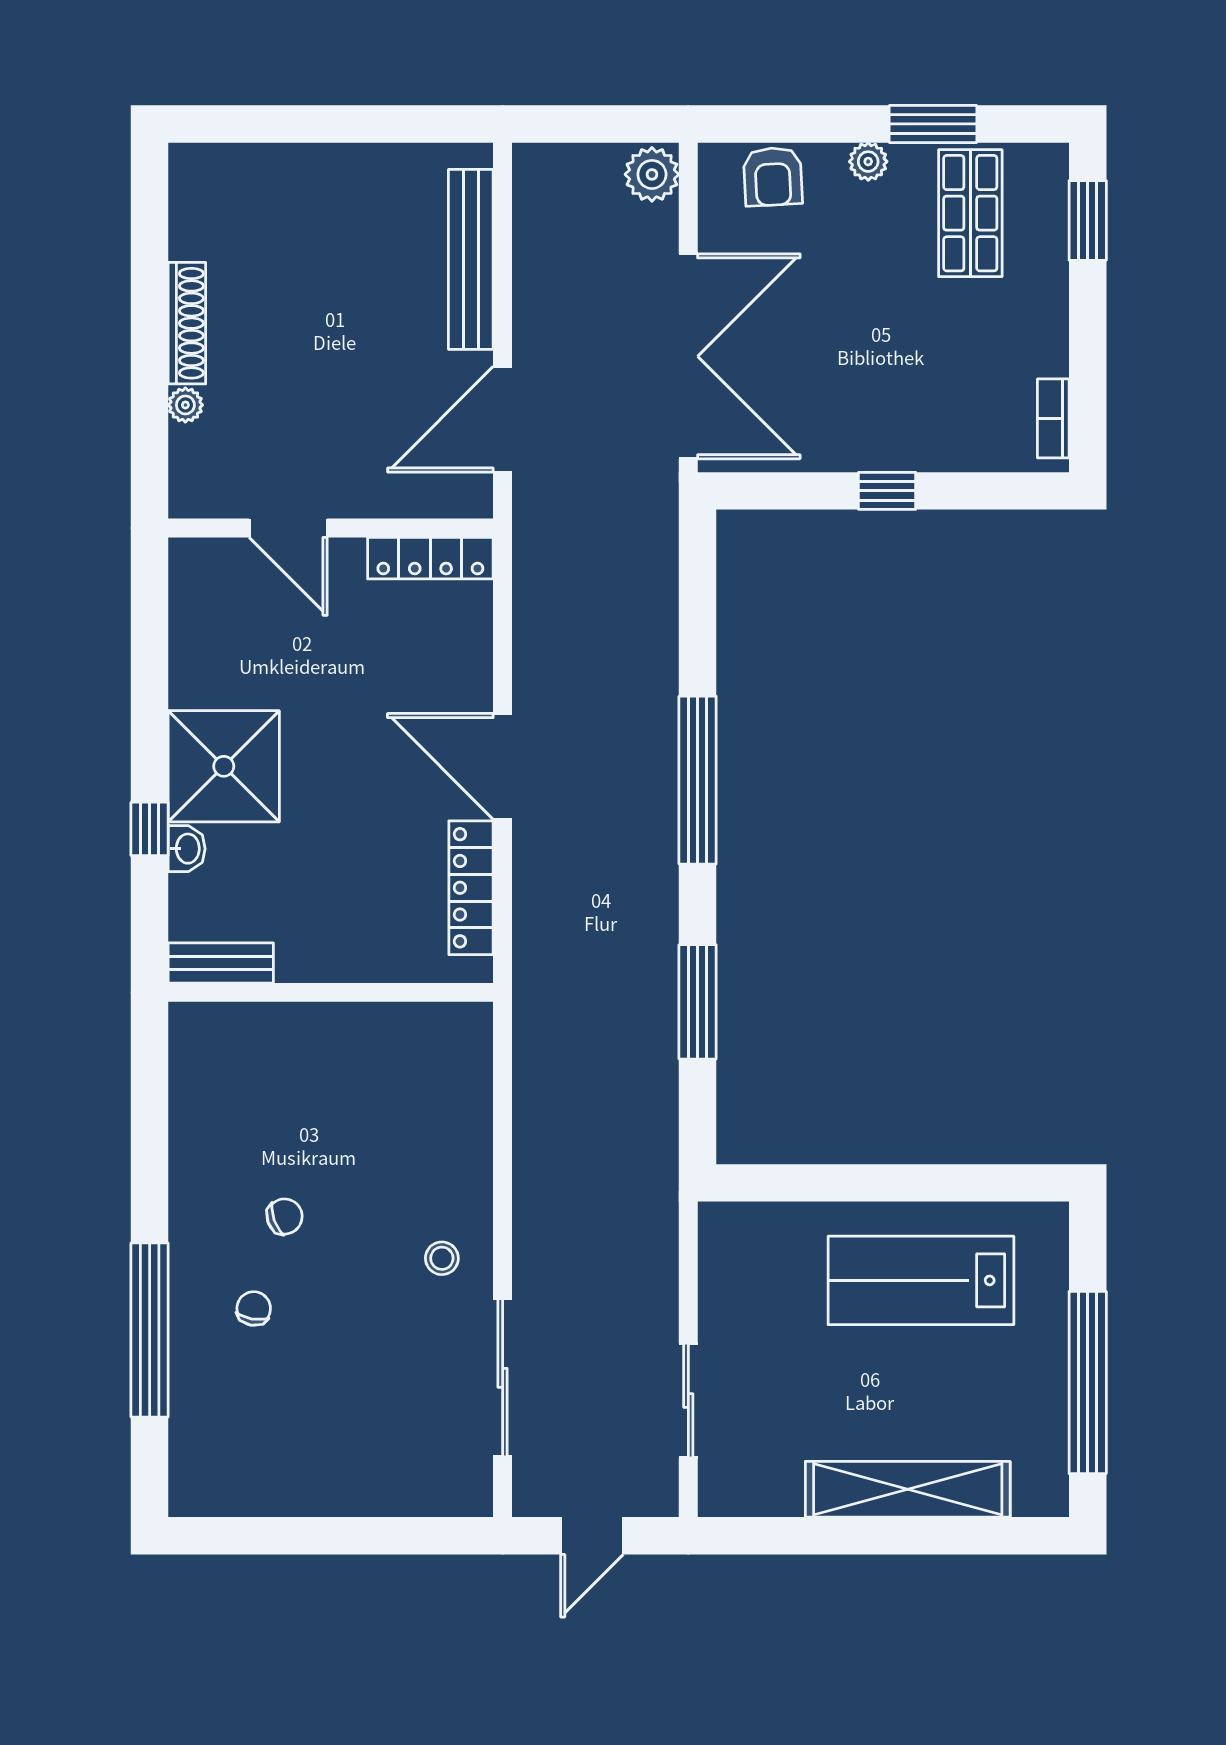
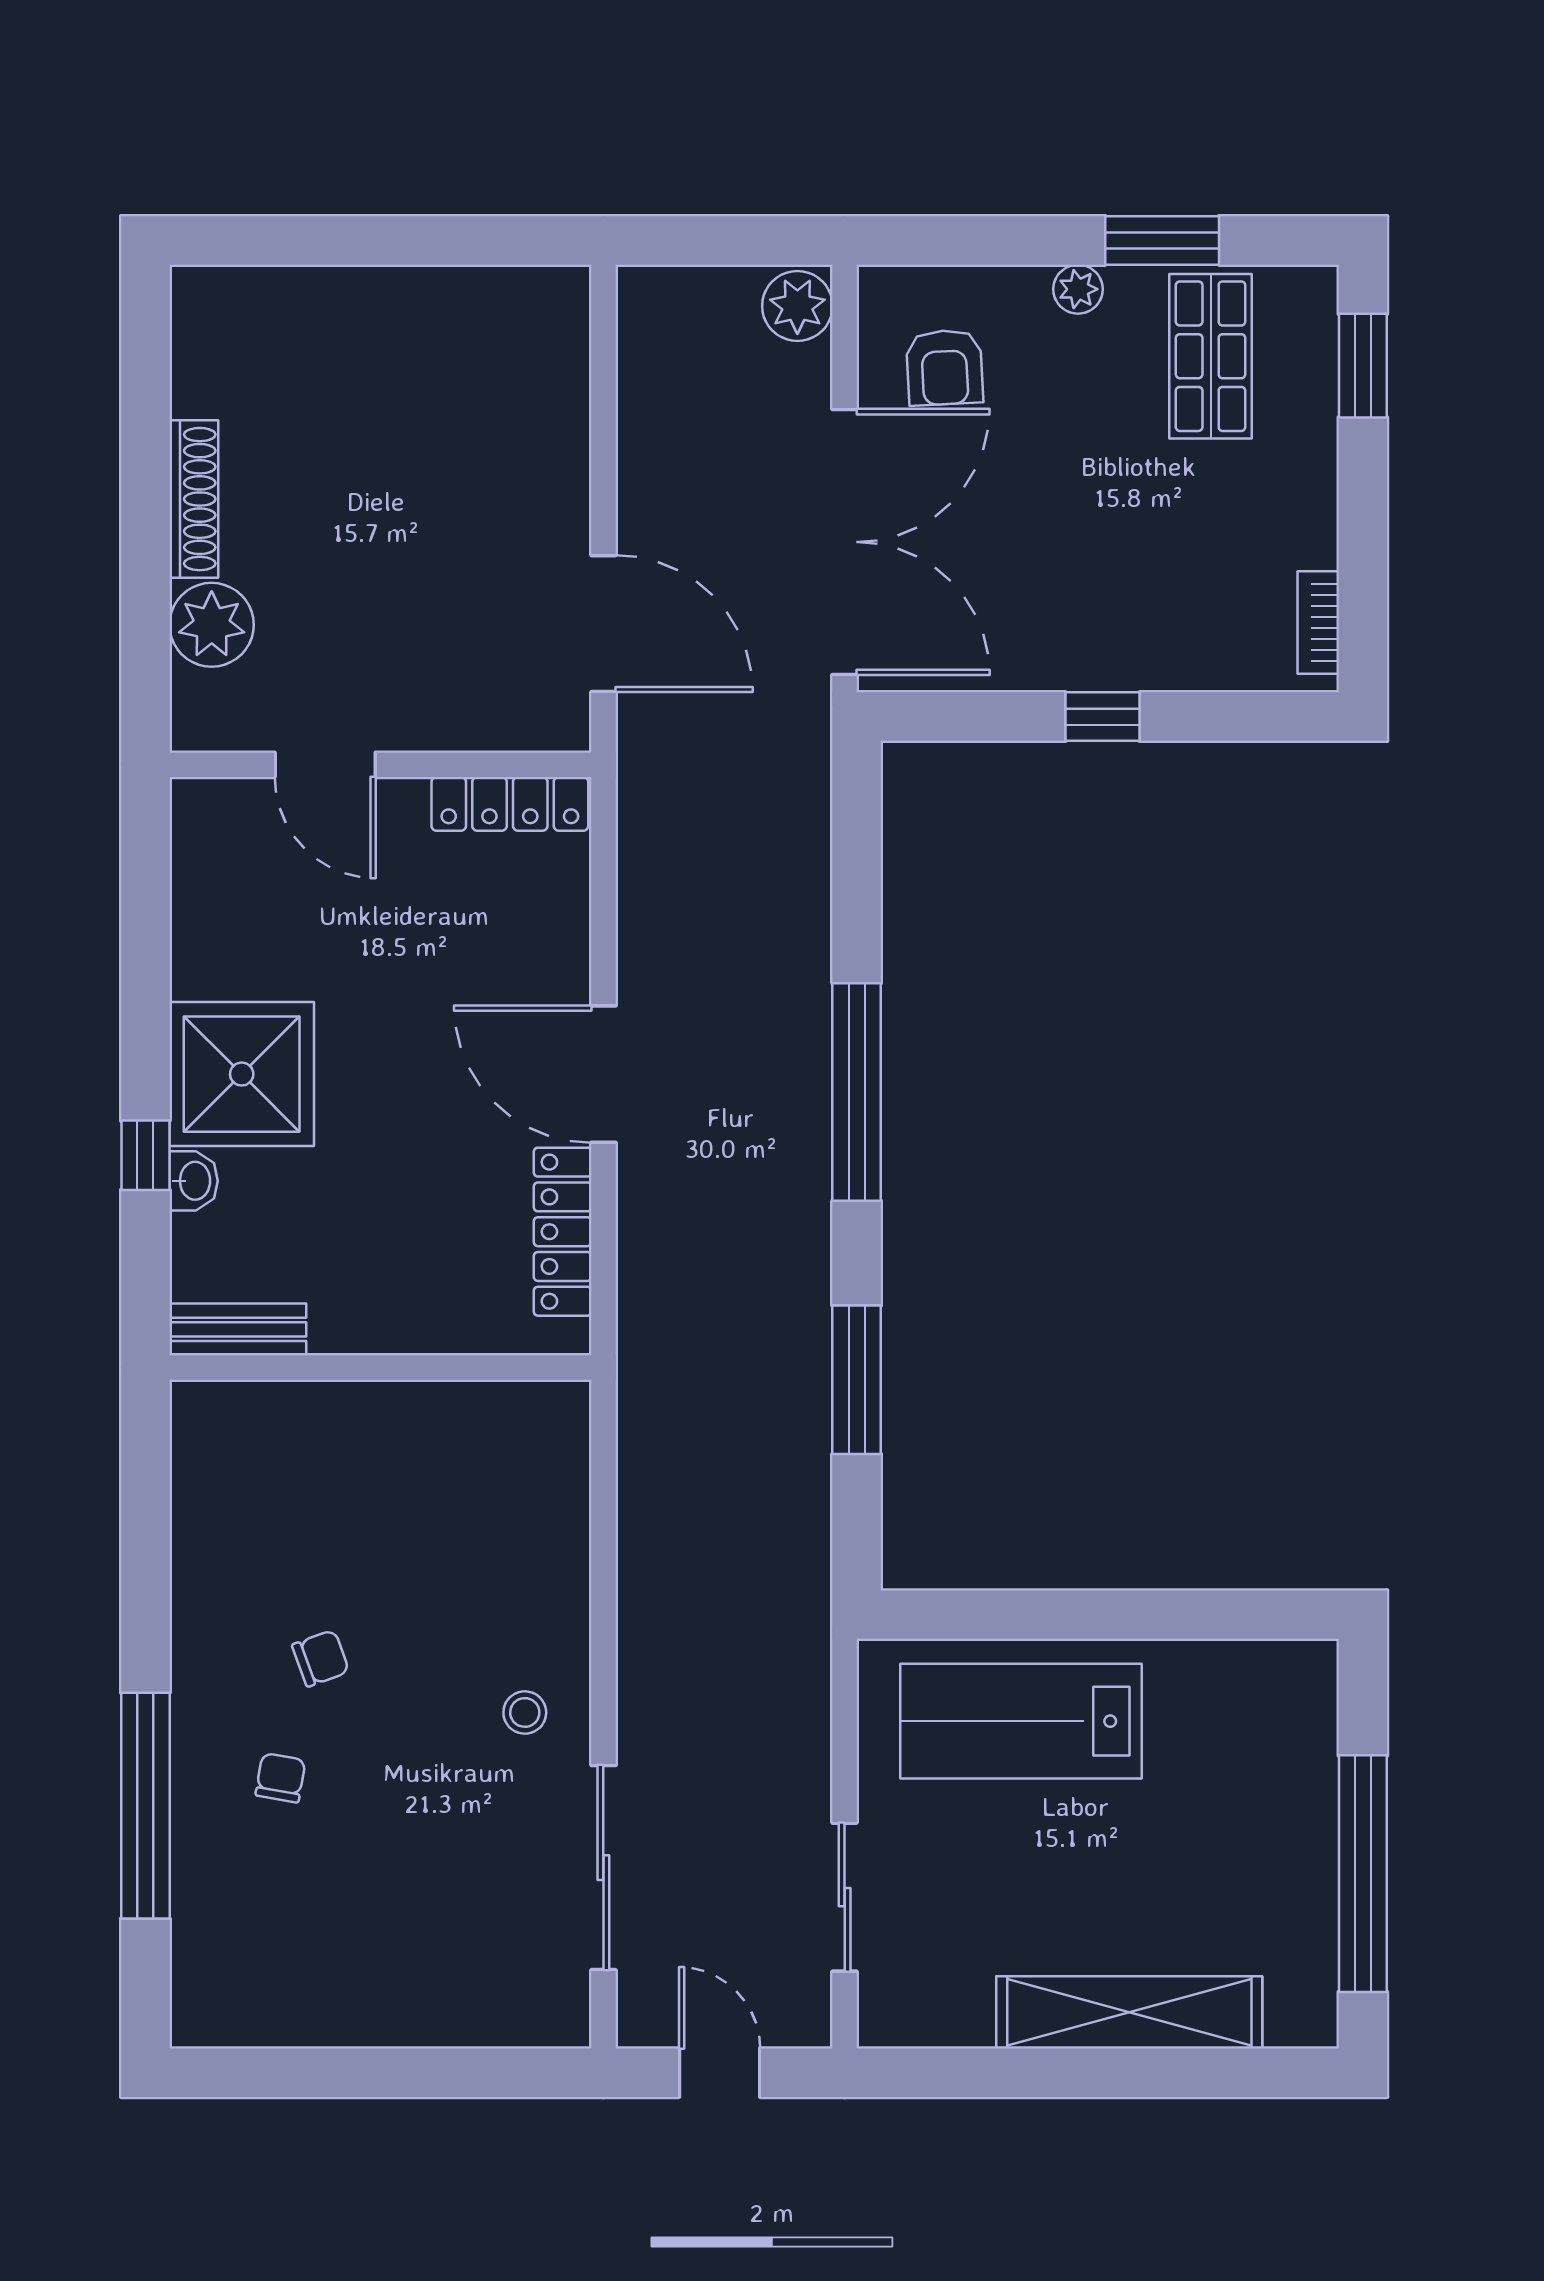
armchair: (773, 177) -> (945, 367), moved
bench: (471, 259) -> (562, 416), removed
plant: (185, 405) -> (212, 625), width x1.88, depth x1.88
door: (503, 419) -> (603, 624), swing flipped
lab bench: (921, 1280) -> (1021, 1721), moved
door: (592, 1536) -> (720, 2073), swing flipped

